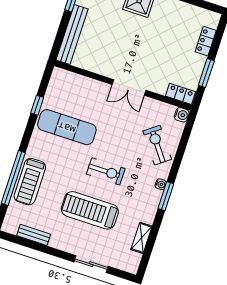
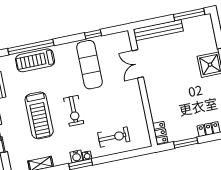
double door: (129, 87) -> (138, 64), moved
water cooler: (182, 115) -> (76, 156), moved
exercise bike: (157, 145) -> (114, 137), turned 37
treadmill: (90, 210) -> (39, 115), turned 180

